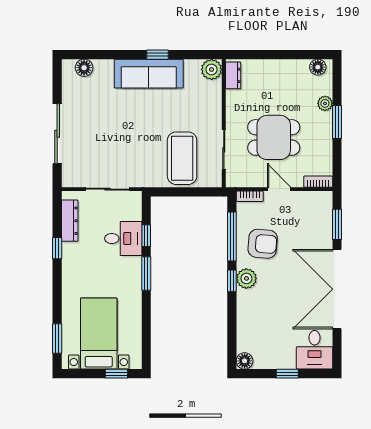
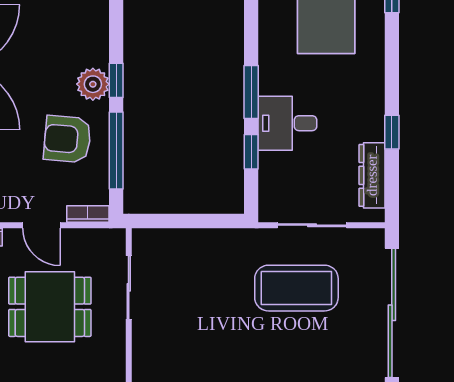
sliding door: (57, 134) -> (392, 313), width x1.36
coffee table: (182, 158) -> (296, 288), moved, turned 90
desk: (123, 238) -> (287, 123), moved

